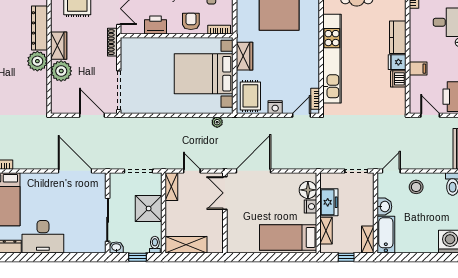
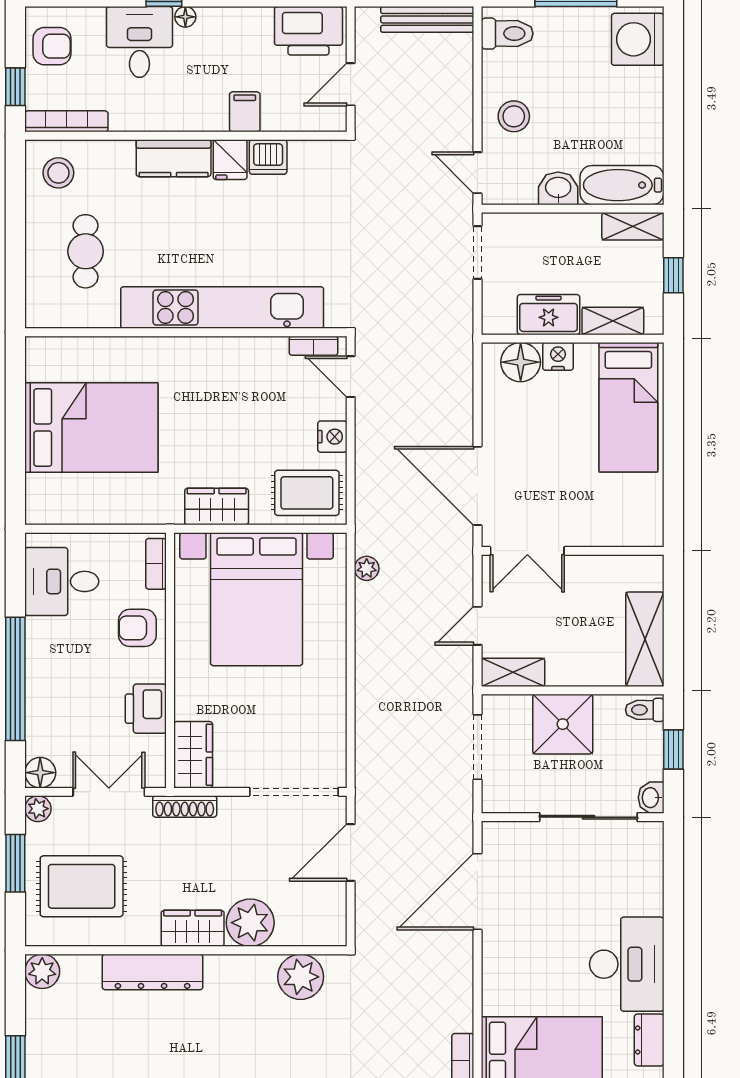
wardrobe: (135, 46) -> (193, 755), added
plant: (37, 61) -> (301, 977), moved

